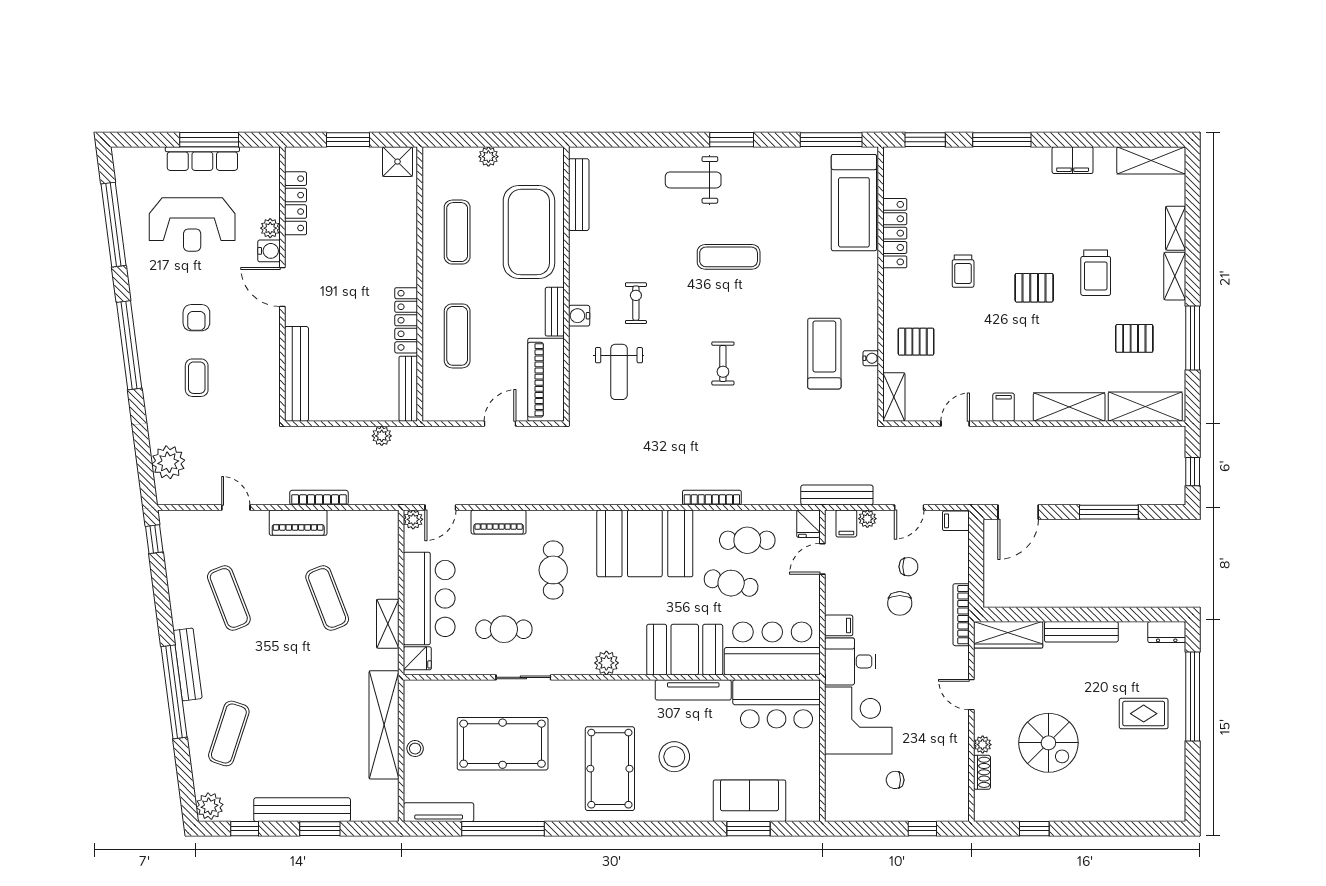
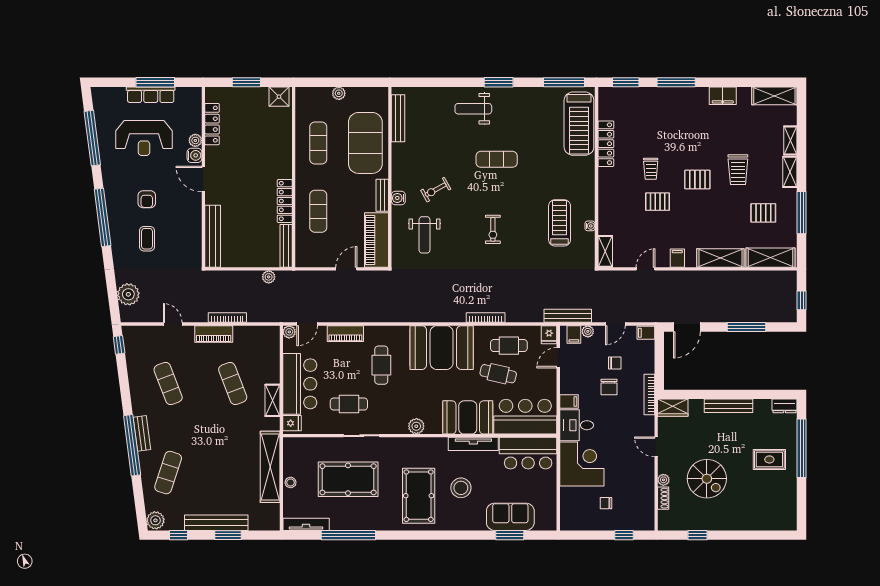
exercise bike: (636, 303) -> (436, 190), turned -119
pallet: (916, 342) -> (658, 202), moved
wardrobe: (1008, 635) -> (673, 408), width x0.67
bench: (188, 664) -> (142, 433), width x0.73

